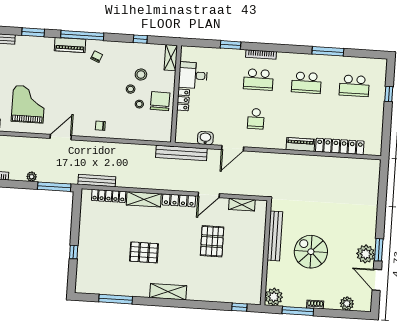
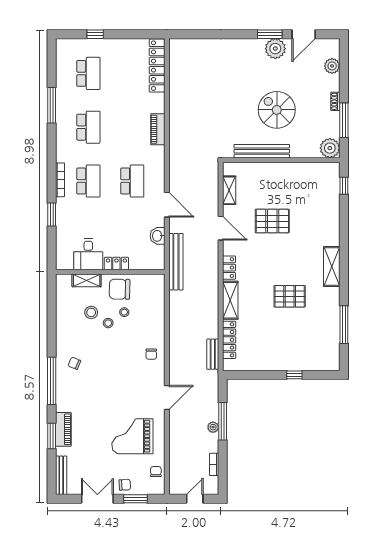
window: (140, 39) -> (52, 316), removed
piano: (70, 45) -> (63, 429), moved
shelving: (171, 58) -> (87, 280), moved
school desk: (256, 119) -> (132, 181), width x1.85
door: (61, 137) -> (167, 397), swing flipped
locker: (340, 146) -> (157, 66), moved
bench: (97, 181) -> (213, 354), width x0.73
window: (54, 187) -> (223, 421), moved
locker: (179, 200) -> (229, 268), width x0.66
pallet: (144, 252) -> (290, 296), turned 90
spiral stairs: (311, 252) -> (277, 110), turned 90

